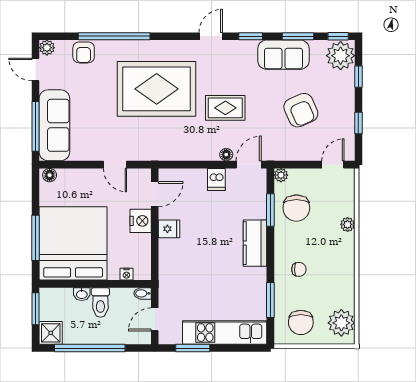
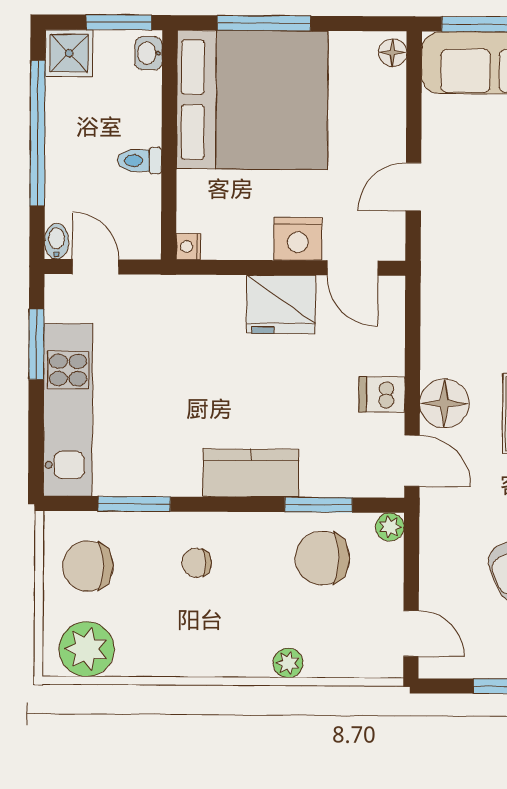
floor lamp: (226, 155) -> (444, 403), width x1.89, depth x1.89
fridge: (169, 229) -> (281, 304), width x1.88, depth x1.34
chair: (299, 269) -> (197, 563), turned 90
nightstand: (126, 274) -> (188, 247), moved
bidet: (142, 293) -> (57, 241), moved
washbasin: (82, 294) -> (149, 53), moved
toilet: (100, 302) -> (140, 161), width x0.73, depth x0.72

